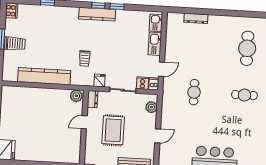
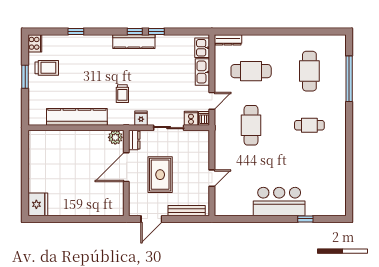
dresser: (196, 18) -> (228, 40), moved
trolley: (15, 44) -> (47, 68), moved
cafe table: (197, 45) -> (251, 71), added
cafe table: (194, 92) -> (251, 125), width x1.37, depth x1.35
plant: (151, 107) -> (203, 145), removed
door: (84, 122) -> (126, 167), width x1.87

